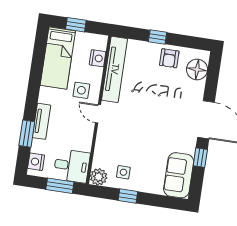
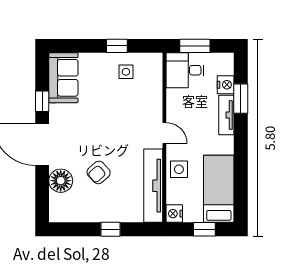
nightstand: (98, 58) -> (174, 214), moved
armchair: (169, 58) -> (99, 172), moved, turned -132
floor lamp: (197, 69) -> (61, 181), moved
side table: (81, 90) -> (179, 169), moved
nightstand: (36, 162) -> (226, 85), moved
plant: (99, 177) -> (153, 62), removed

